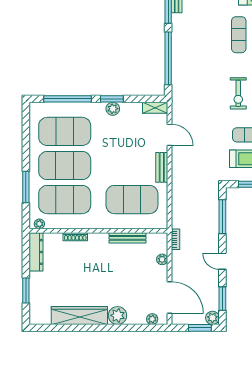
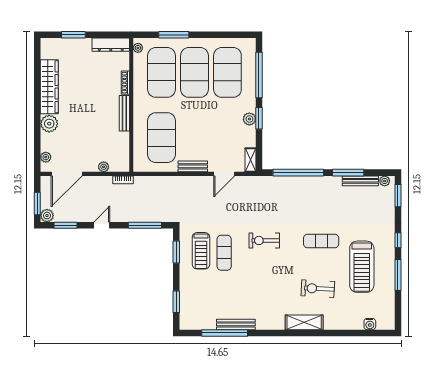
bench: (127, 238) -> (124, 113), moved

